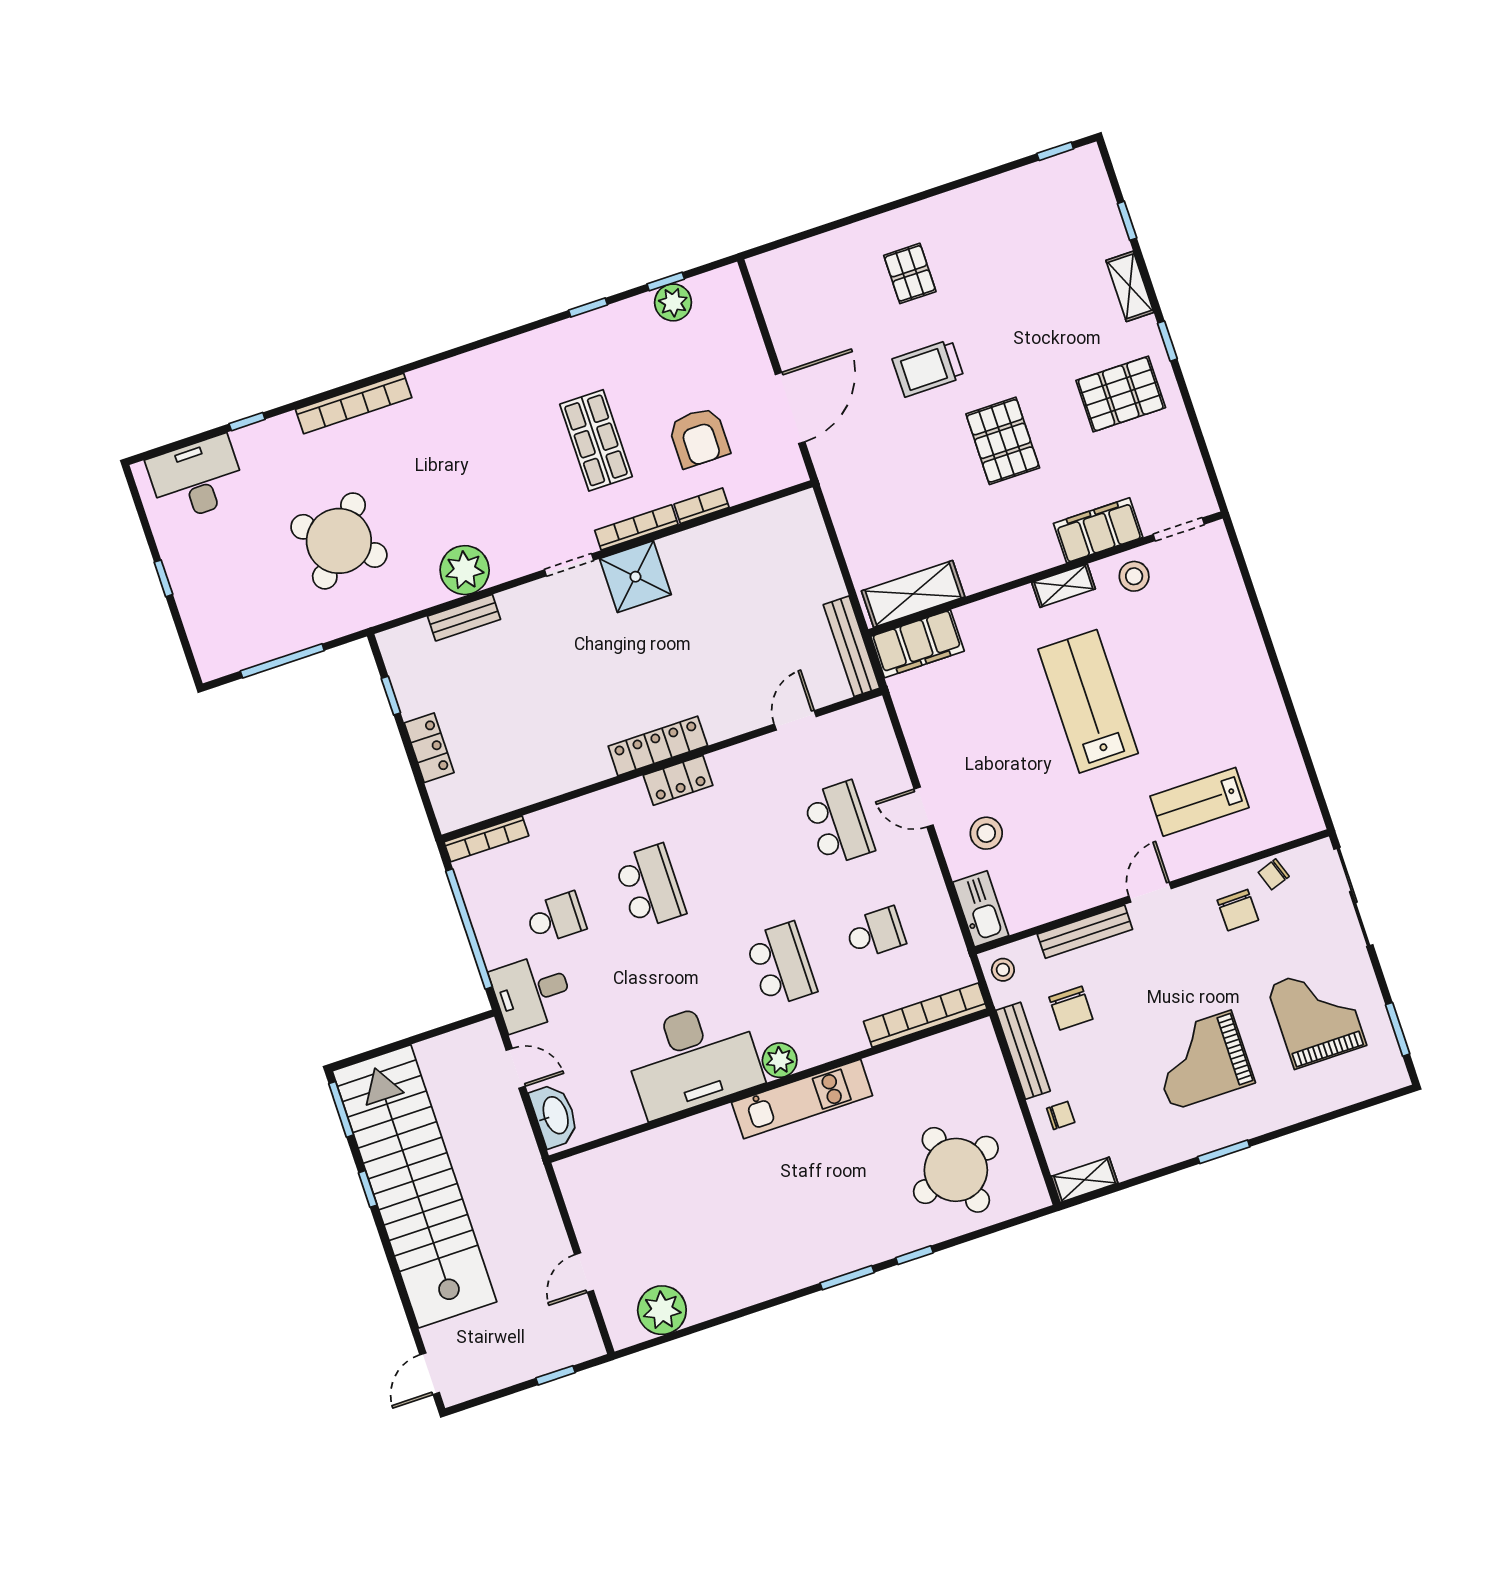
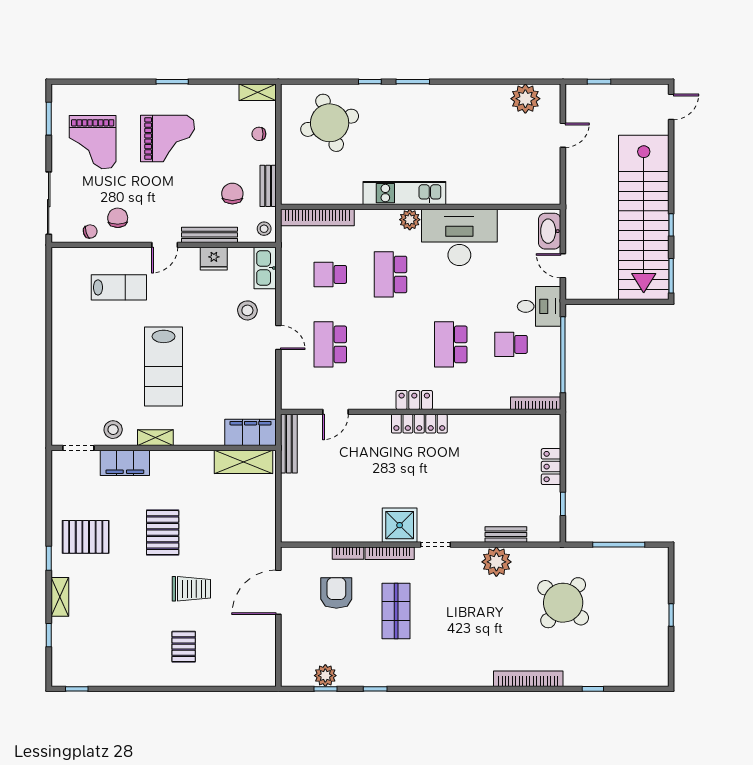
desk: (196, 479) -> (633, 666), removed
fridge: (1066, 897) -> (214, 259), added
bench: (1023, 1051) -> (268, 186), width x0.73

